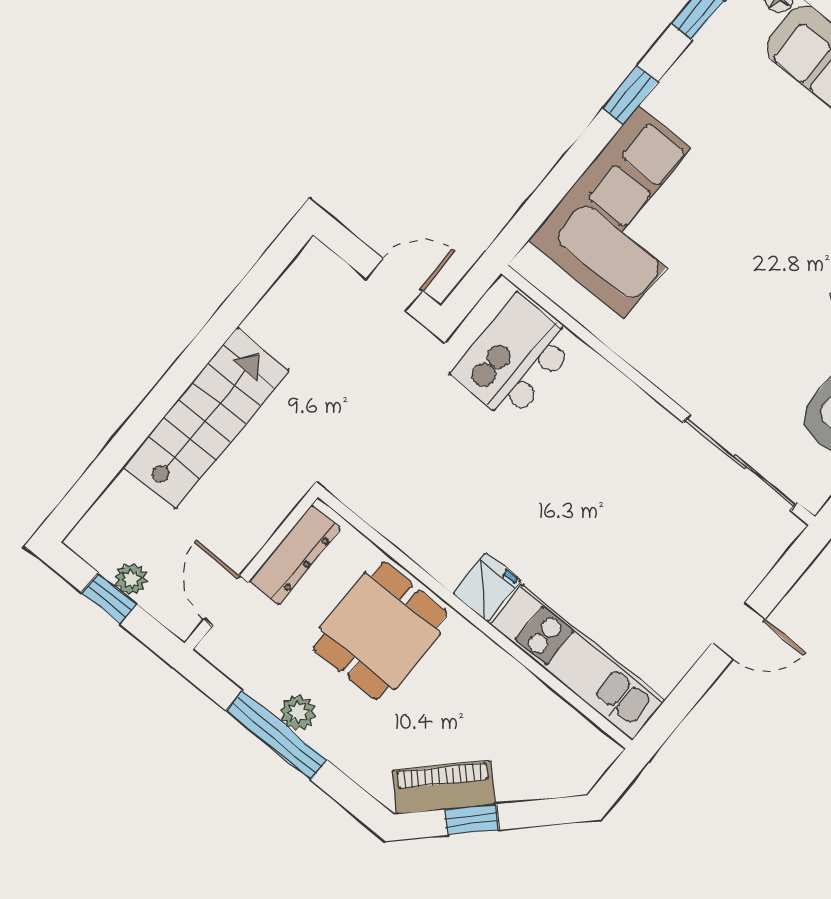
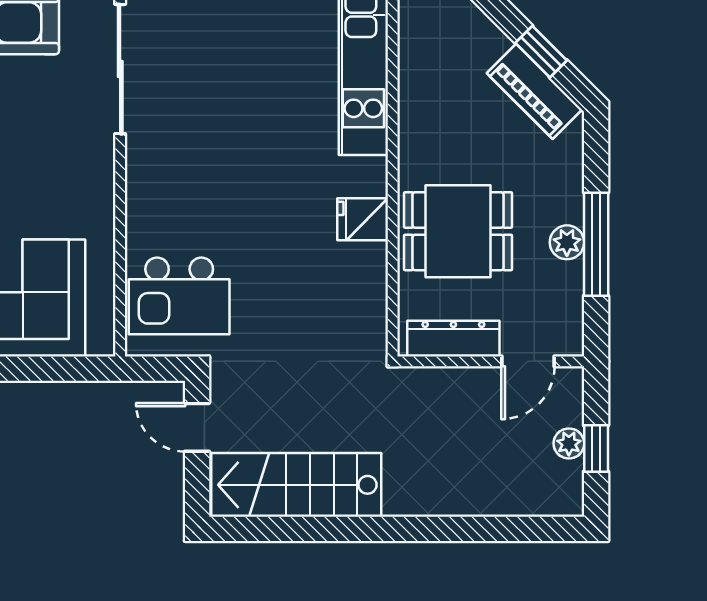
stairs: (206, 418) -> (296, 485), moved
fridge: (487, 587) -> (363, 219), moved

